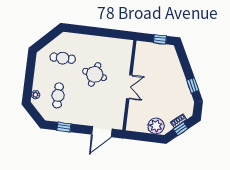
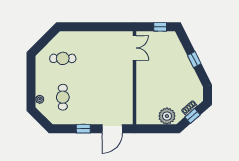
round table: (95, 74) -> (98, 71), removed
window: (193, 85) -> (194, 60), moved
double door: (129, 87) -> (135, 48), moved
window: (64, 127) -> (83, 129), moved

